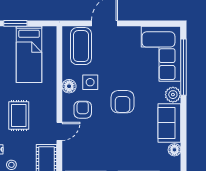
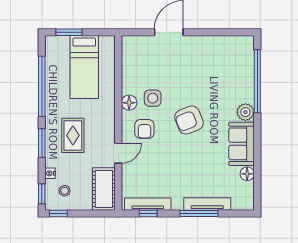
coffee table: (81, 46) -> (142, 58), removed
corner sofa: (161, 54) -> (232, 66), removed
armchair: (123, 102) -> (189, 120), turned 68
armchair: (83, 110) -> (144, 129), turned 180

